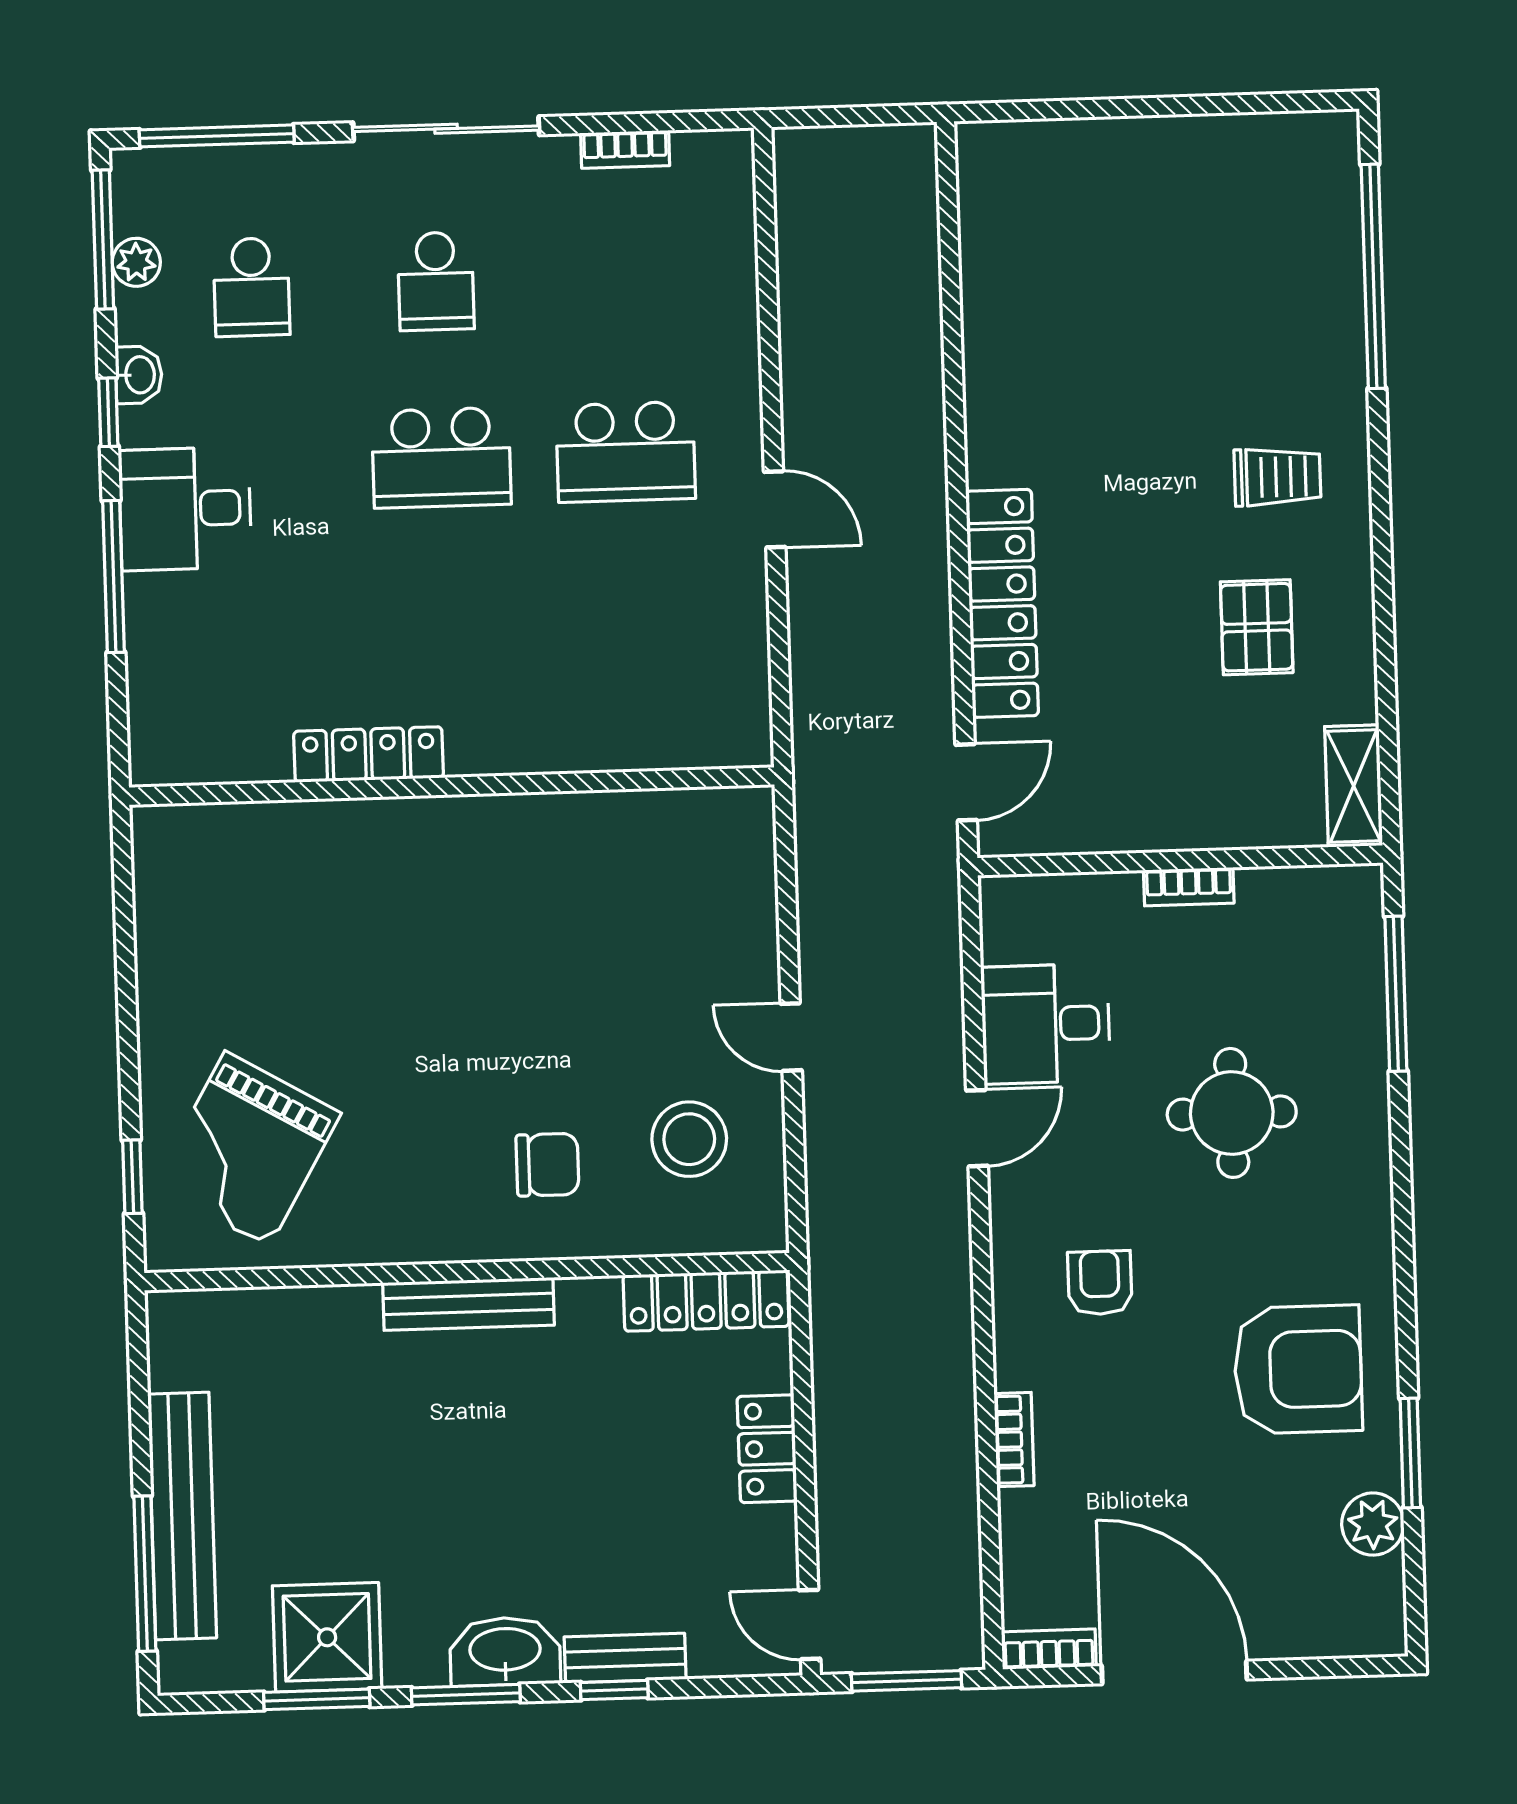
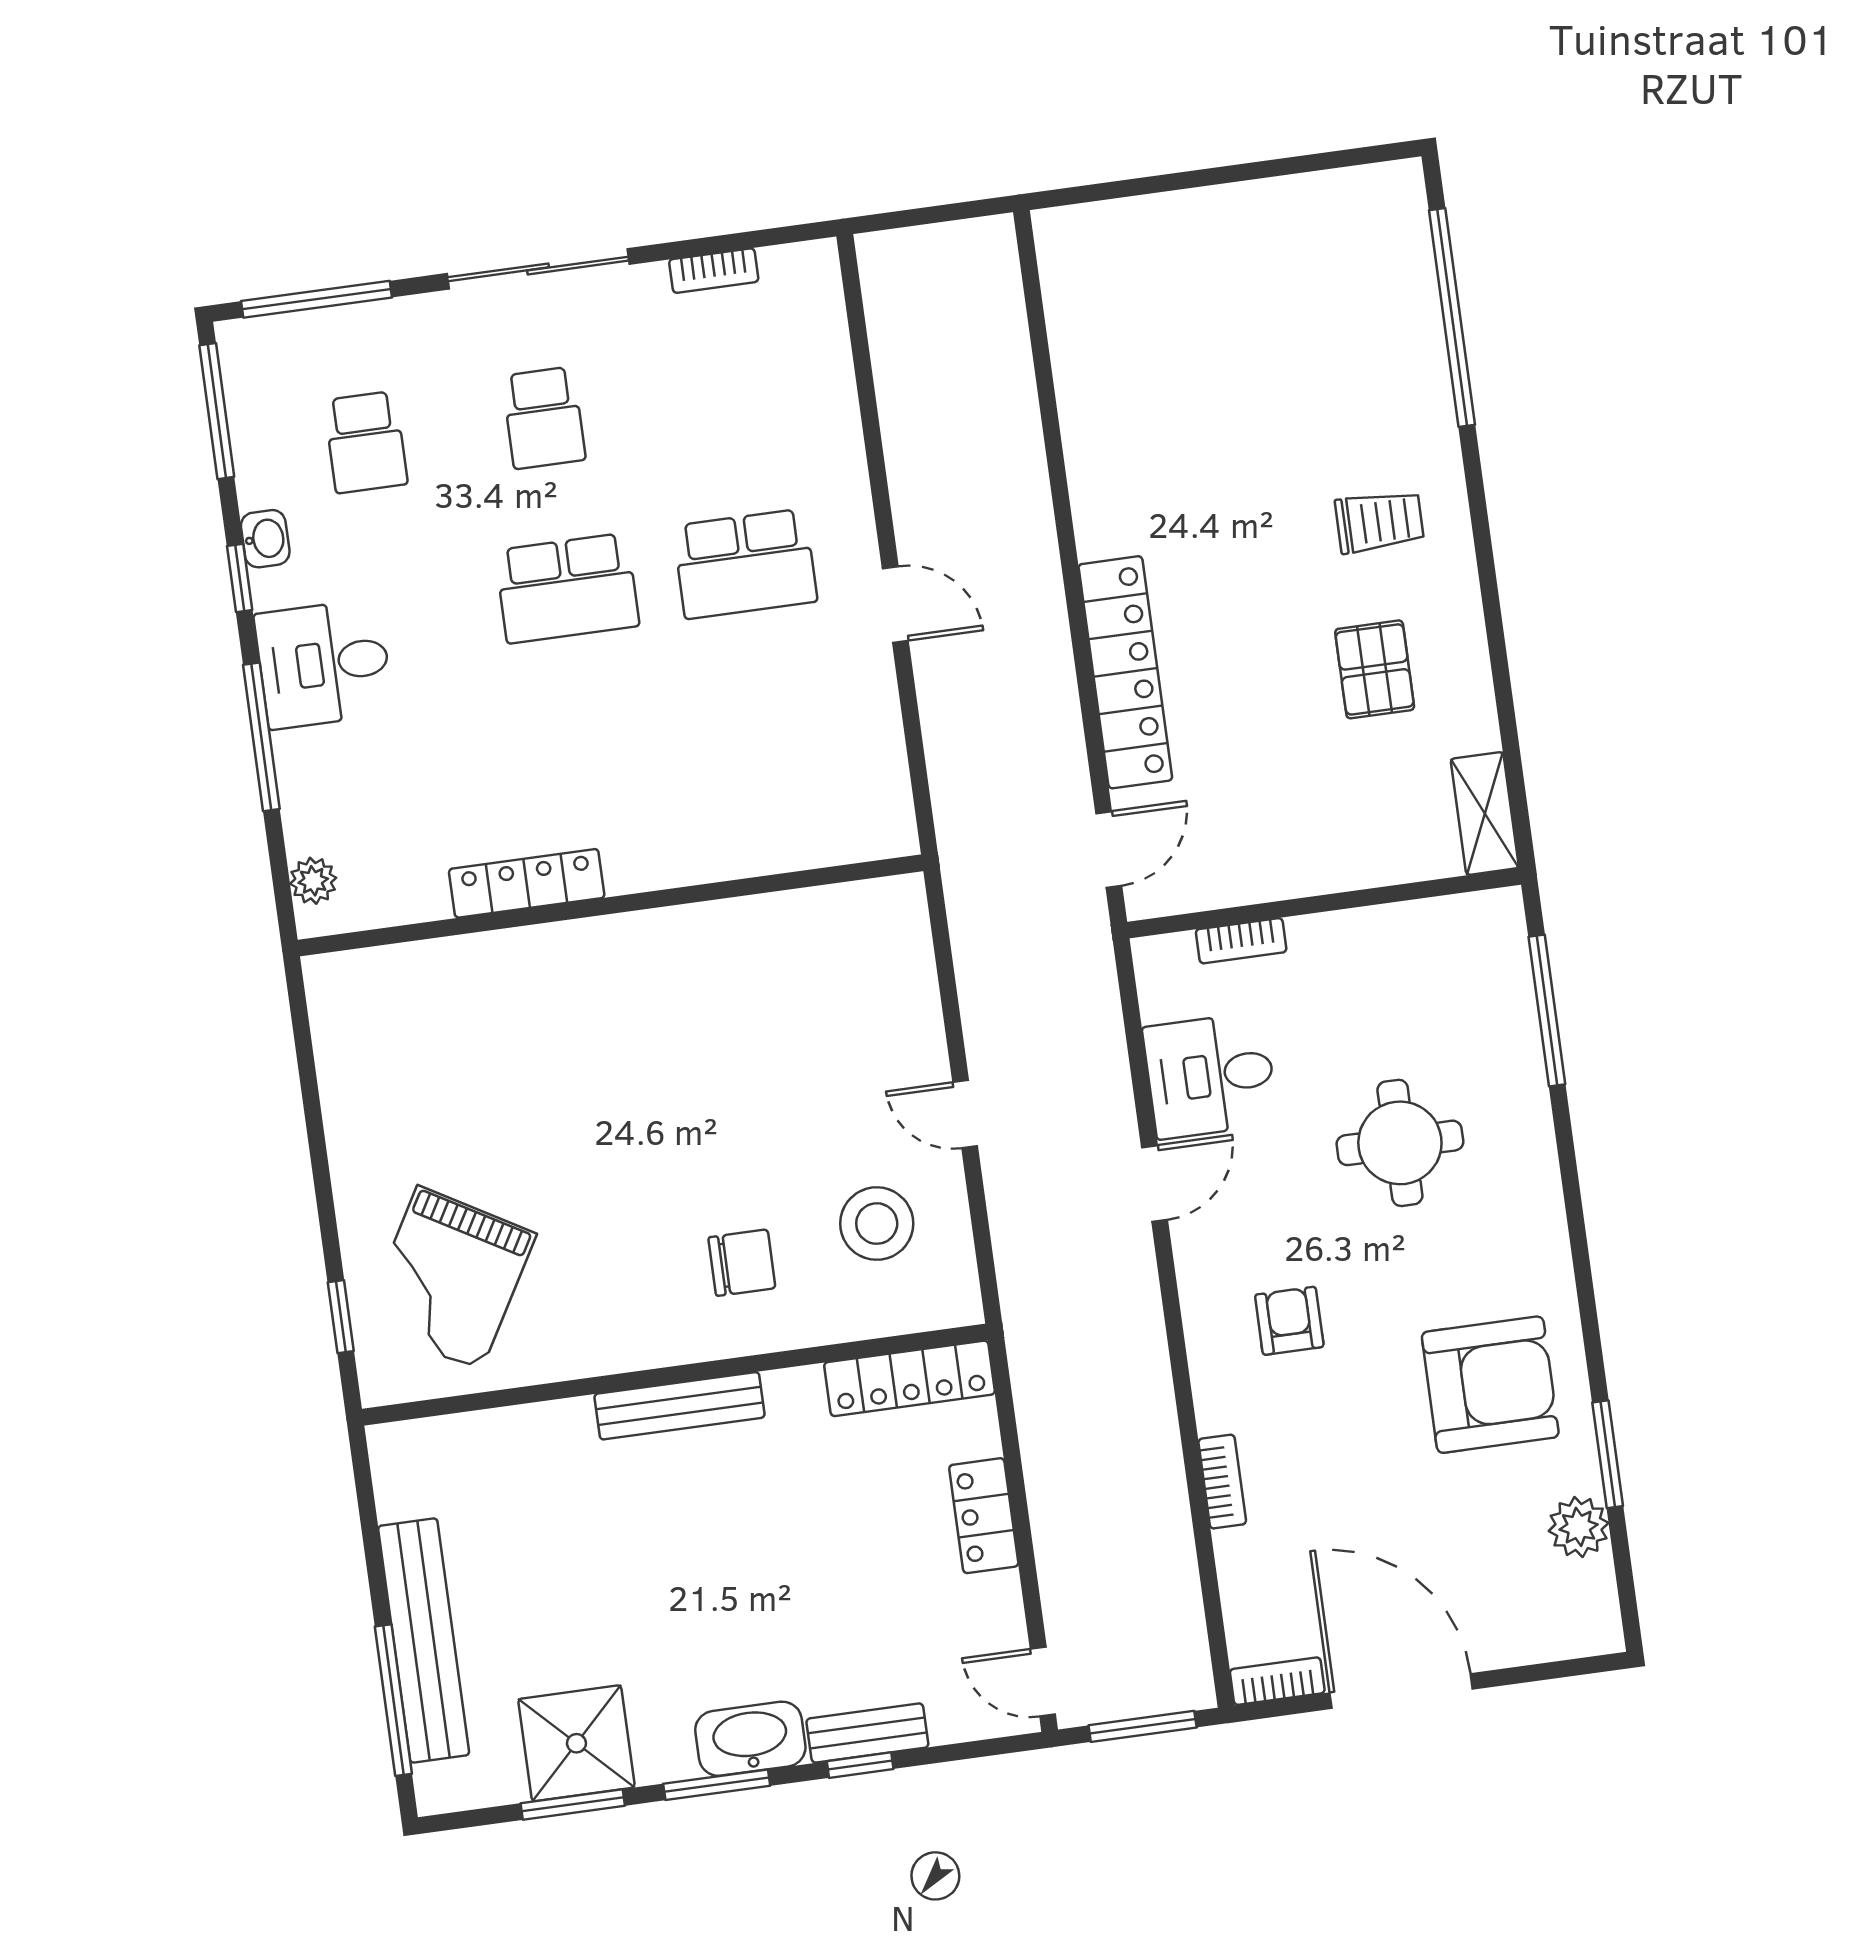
plant: (136, 262) -> (313, 881), moved
bookcase: (1189, 887) -> (1241, 941), moved

